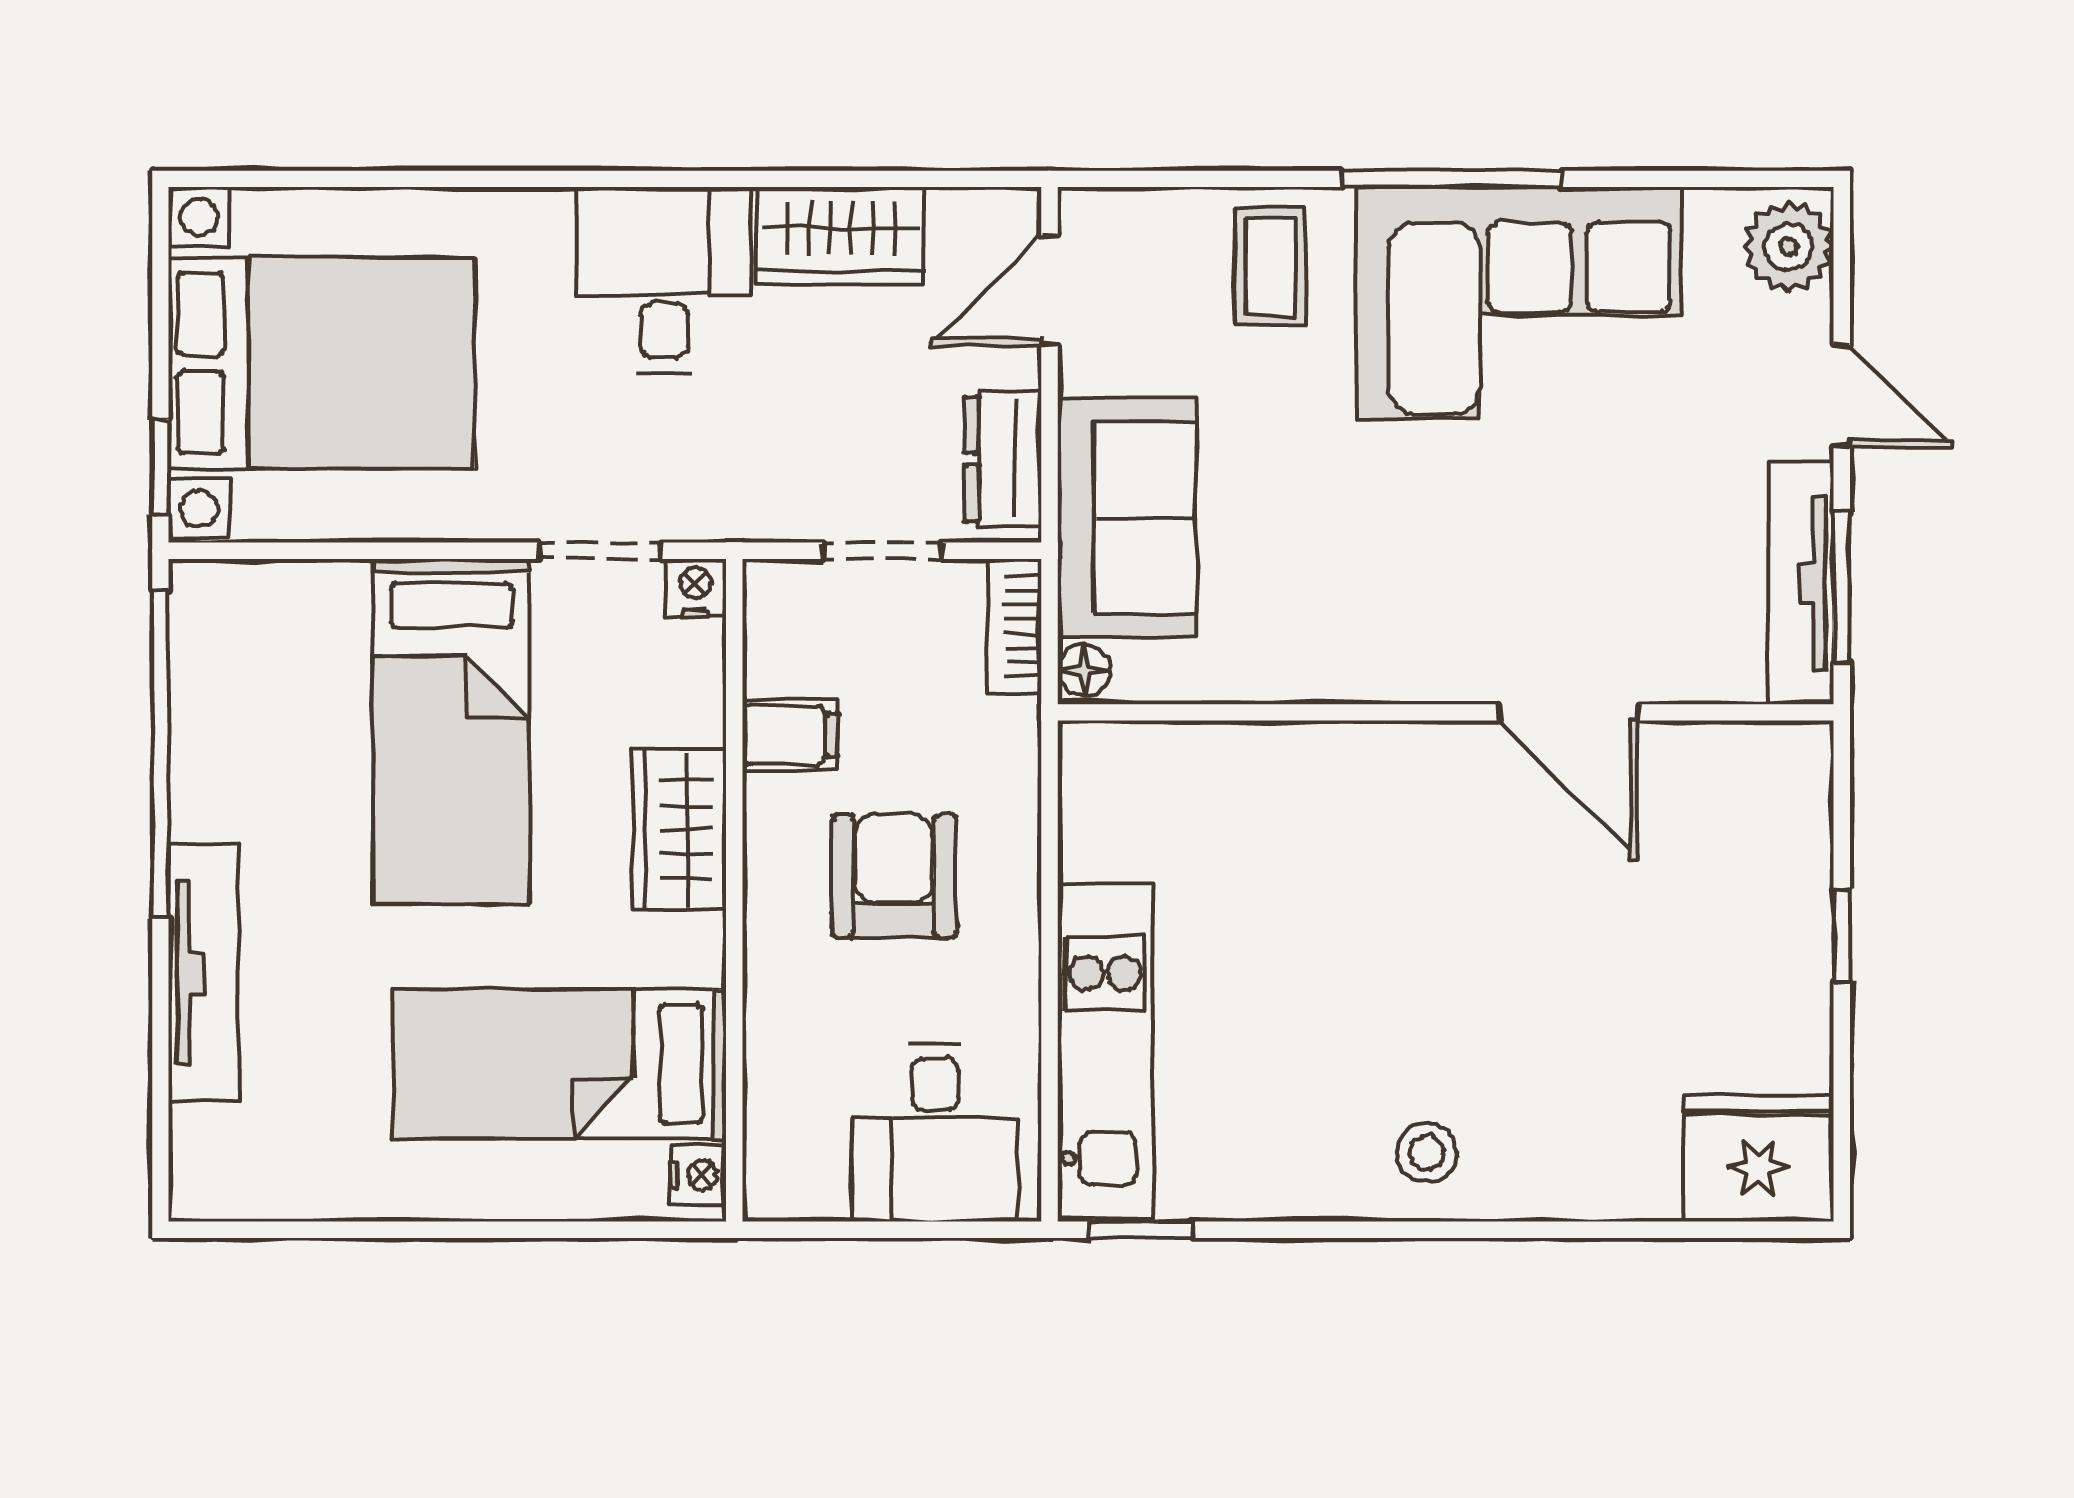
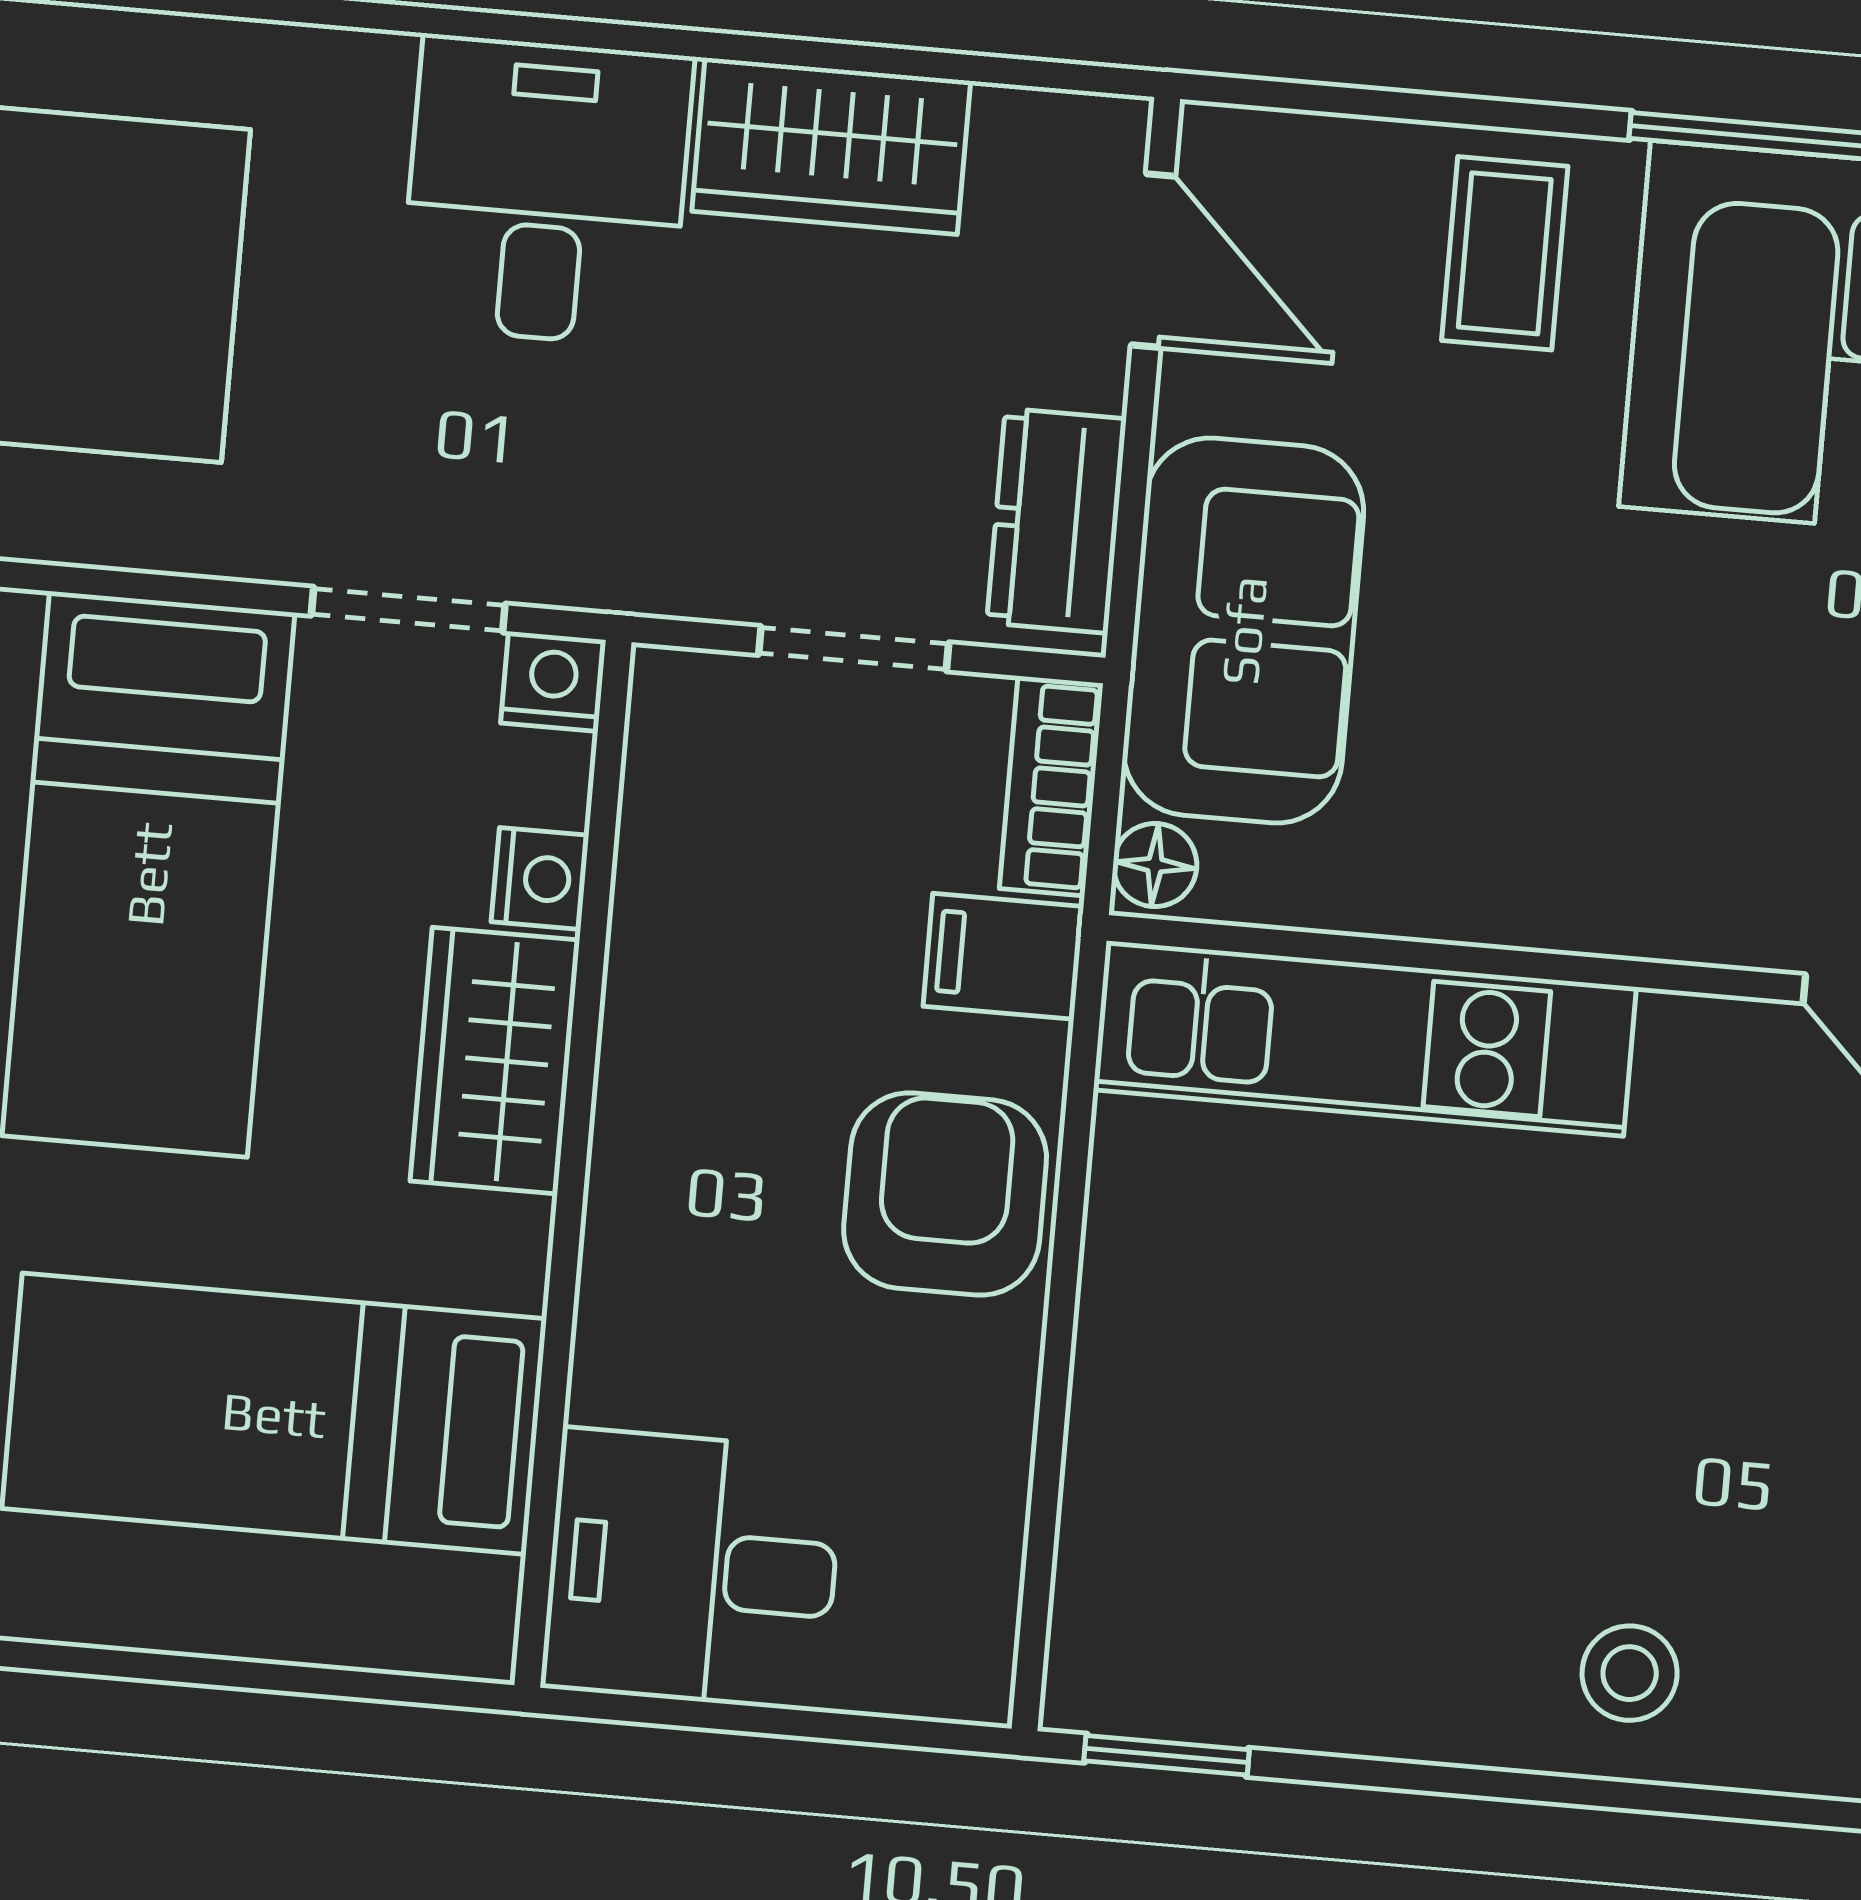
door: (1050, 290) -> (1153, 261), swing flipped
filing cabinet: (790, 735) -> (1003, 956), moved, turned 180
armchair: (894, 876) -> (945, 1194), moved
kitchen unit: (1105, 1051) -> (1365, 1038), moved, turned 90
desk: (935, 1132) -> (692, 1569), moved, turned 90
nightstand: (698, 1175) -> (540, 878), moved

